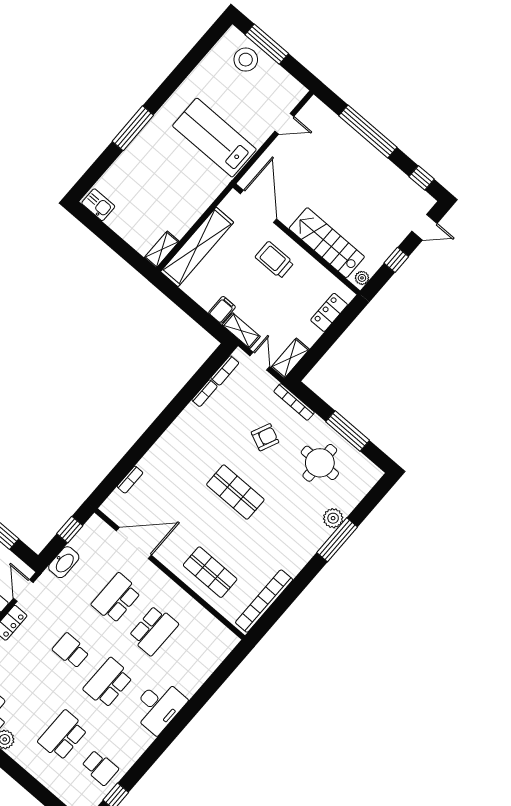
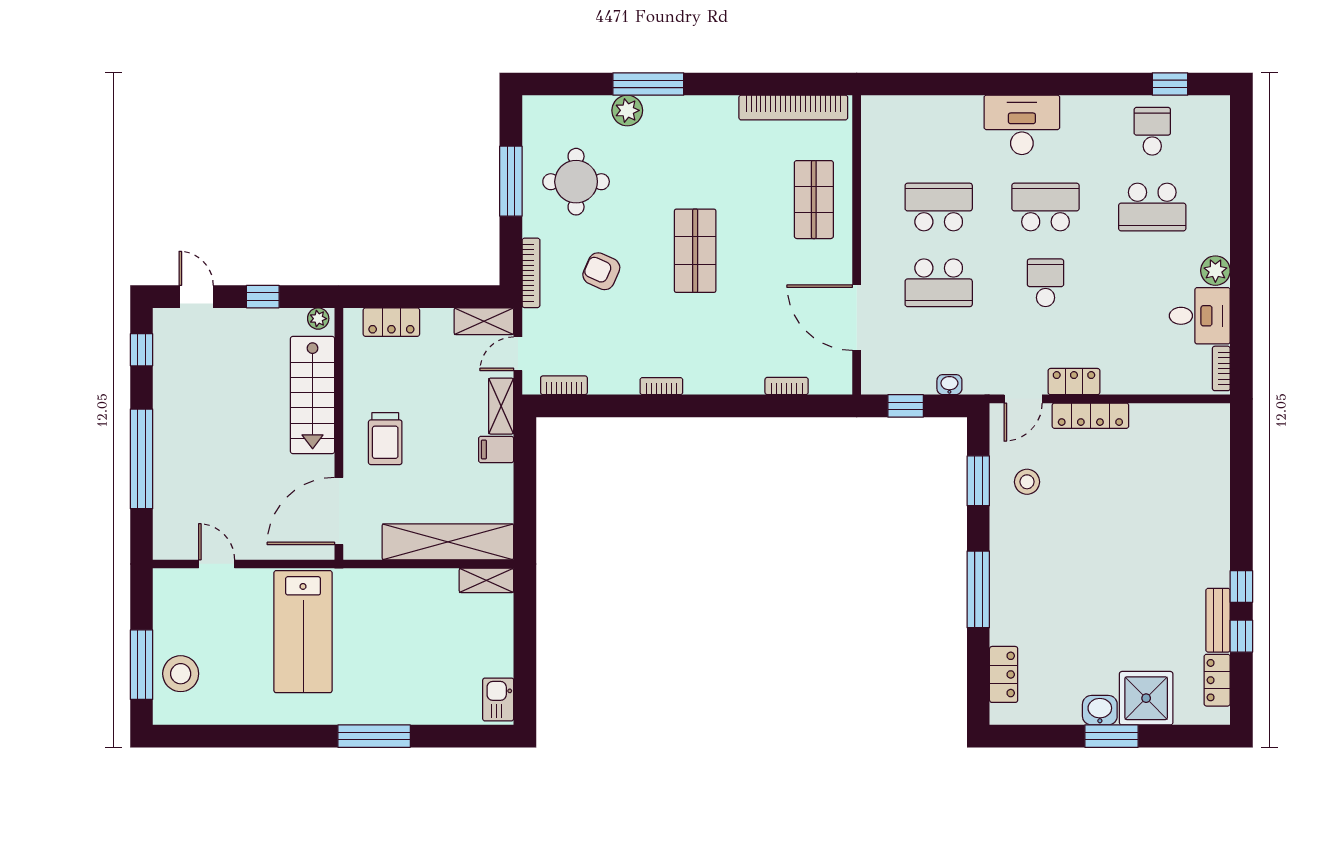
bookcase: (205, 393) -> (661, 386), moved
washbasin: (64, 562) -> (949, 385), width x0.52, depth x0.69
school desk: (71, 651) -> (1045, 283), turned 180
school desk: (108, 683) -> (1045, 207), turned 180

